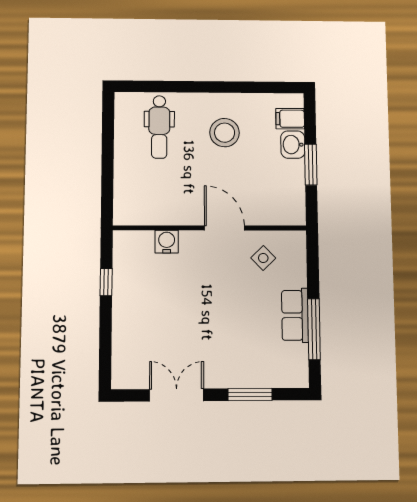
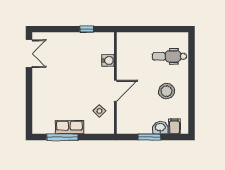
double door: (177, 395) -> (29, 54), moved
window: (250, 395) -> (29, 103), removed

